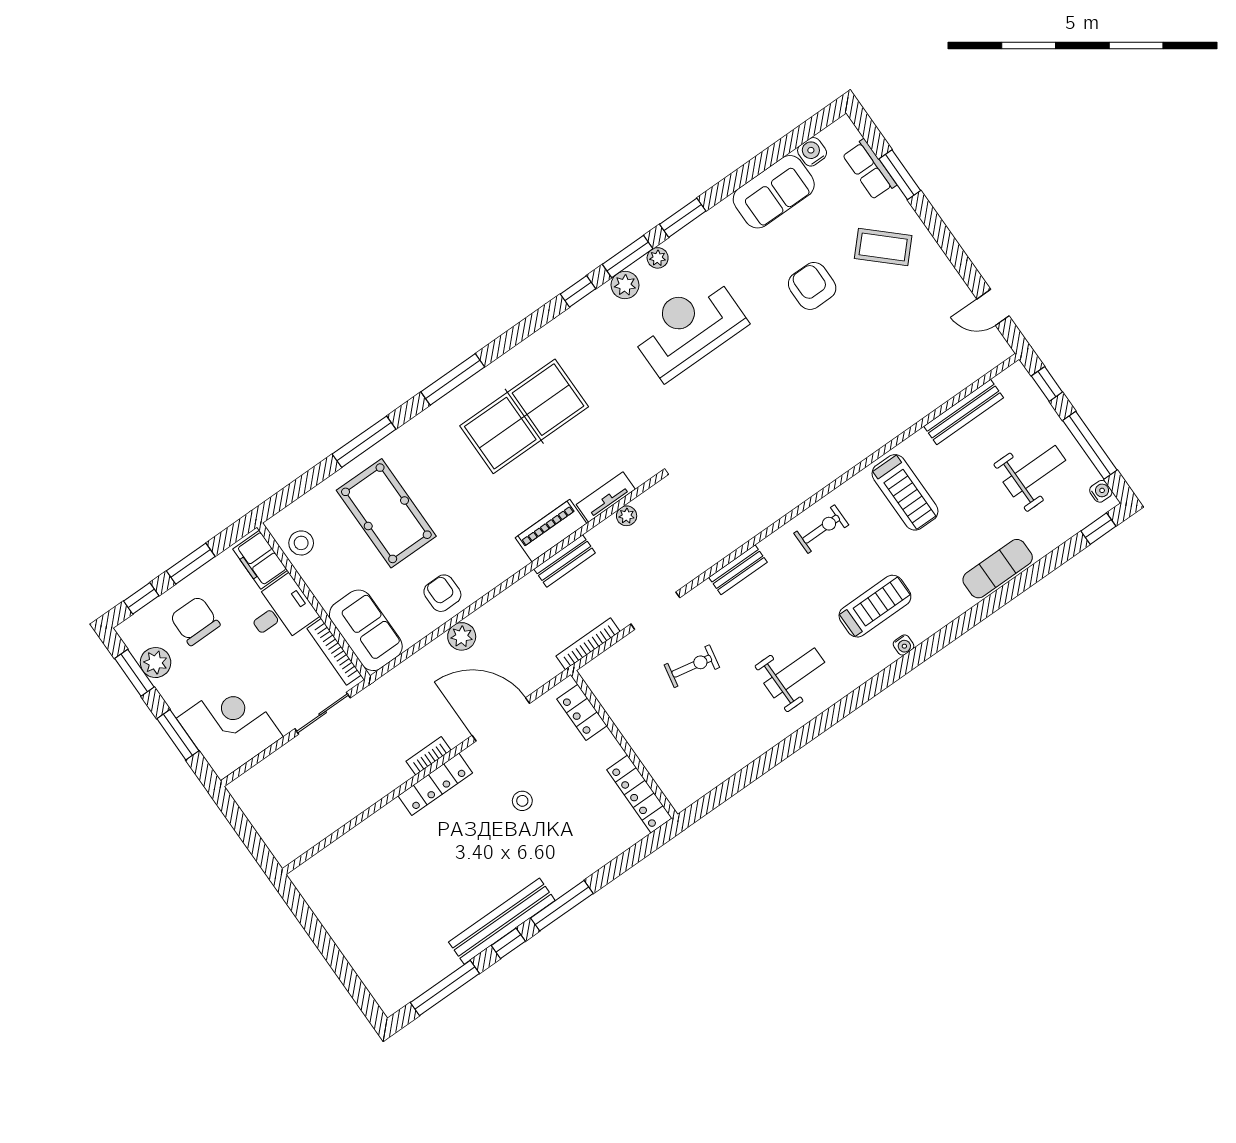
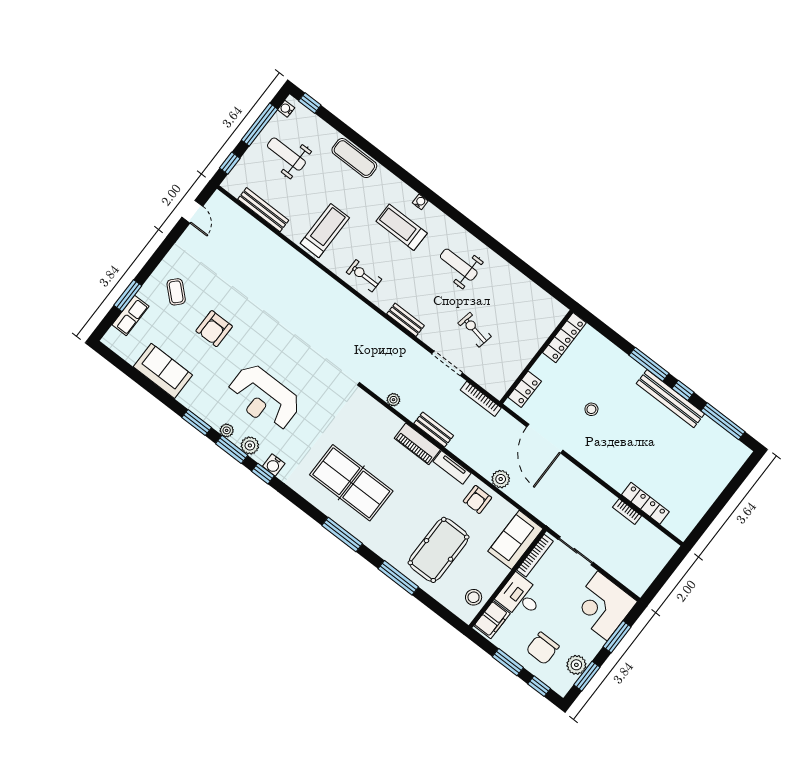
water cooler: (812, 152) -> (274, 465), moved
coffee table: (883, 247) -> (176, 292), width x0.73, depth x0.77
tv unit: (606, 497) -> (452, 467), moved
bookcase: (429, 756) -> (627, 512), moved
locker: (435, 784) -> (645, 503), moved

